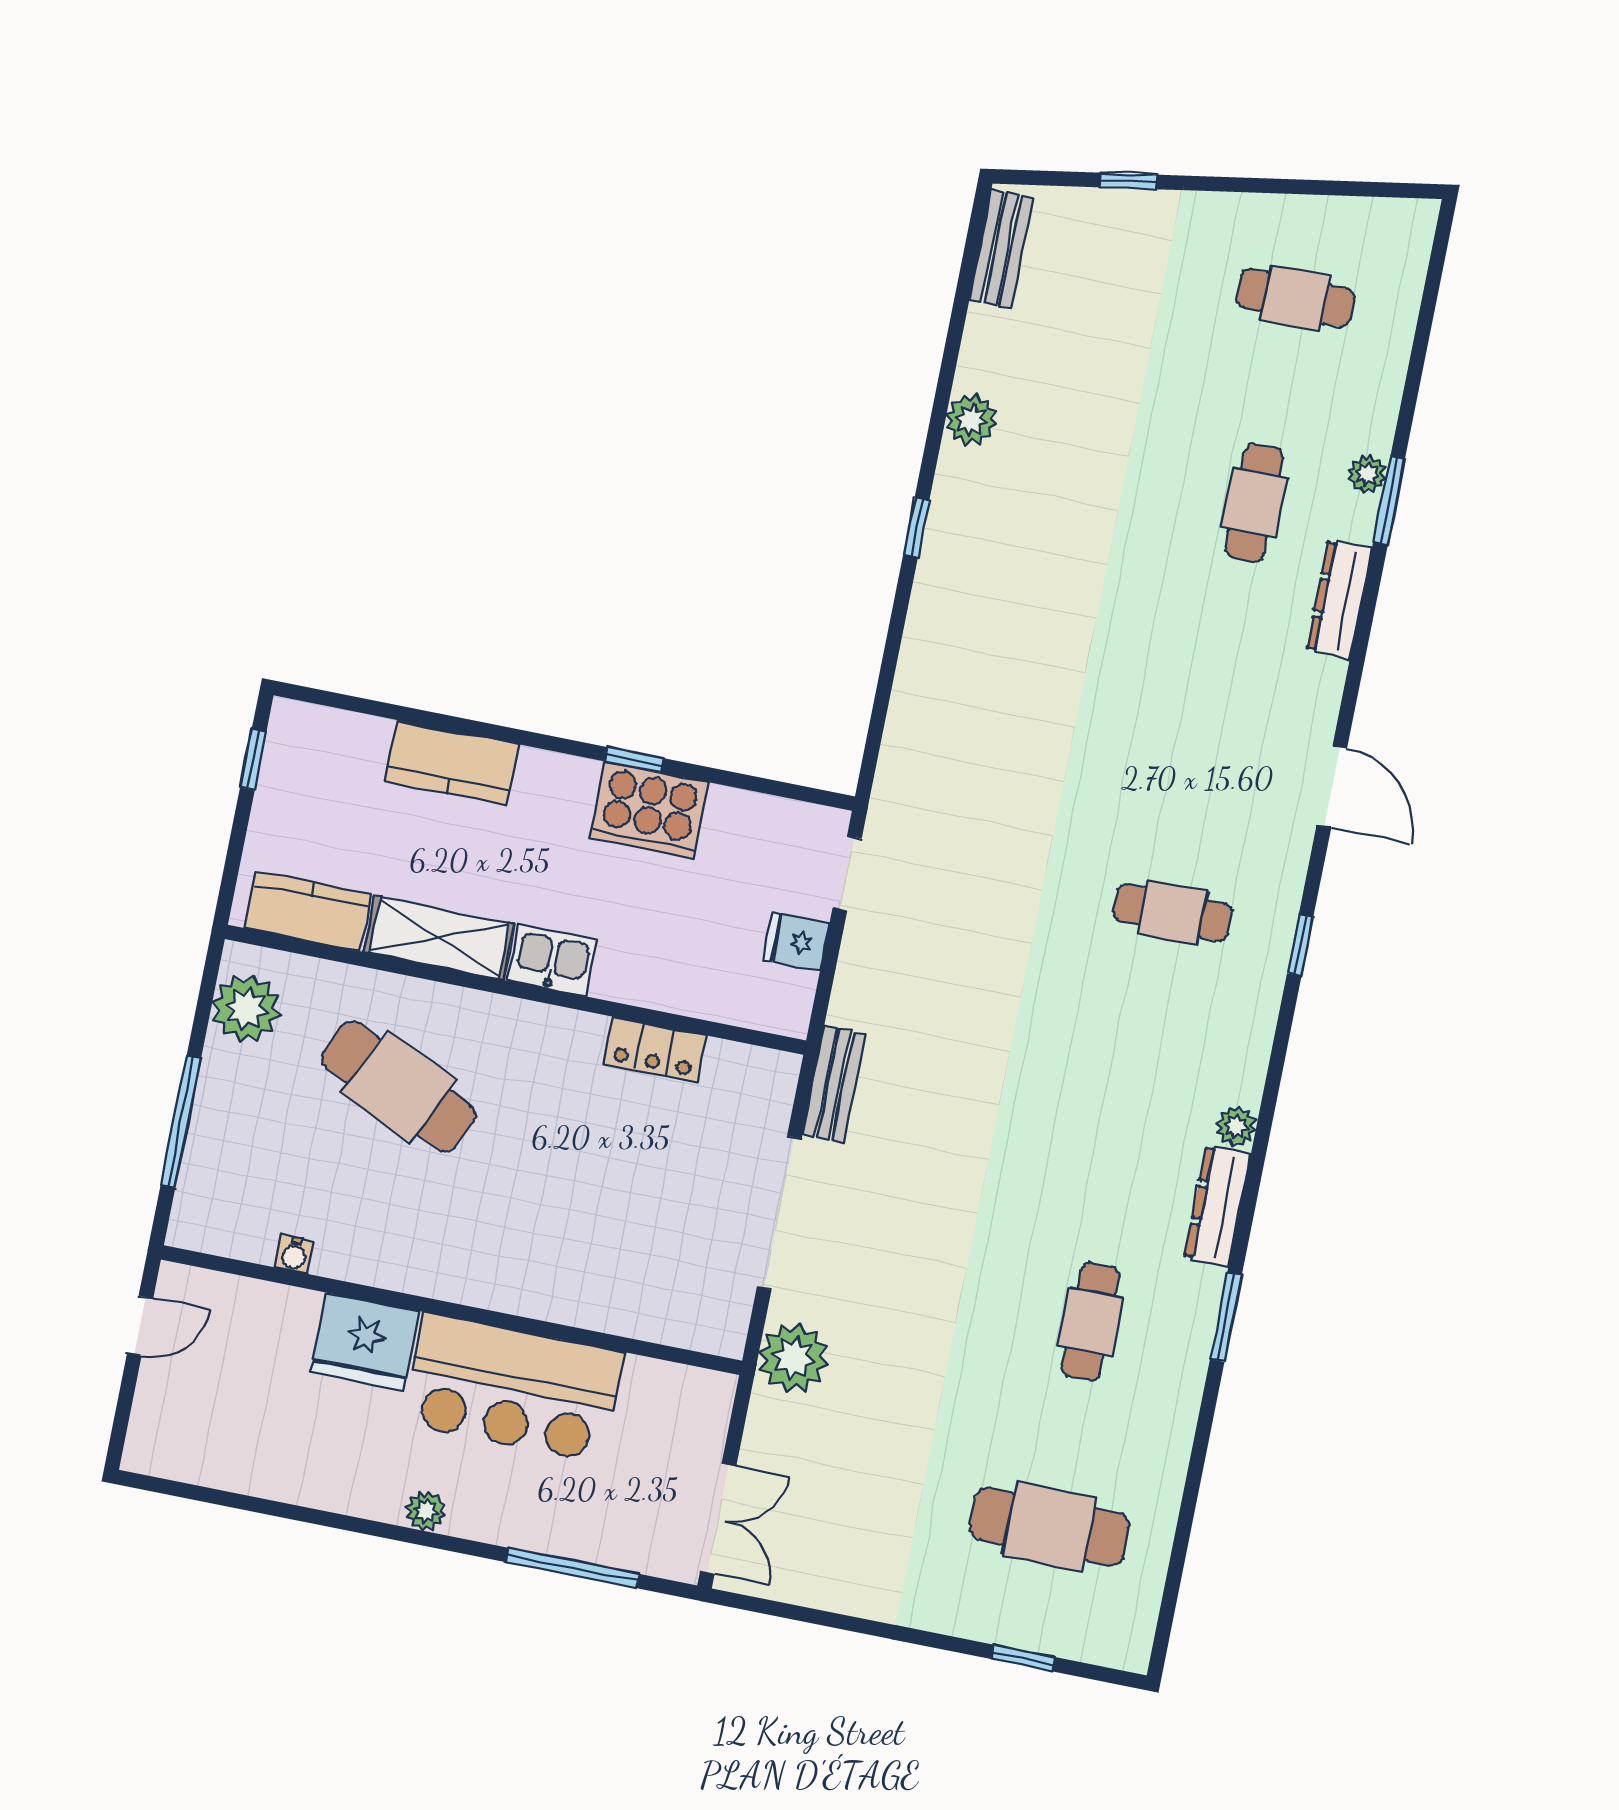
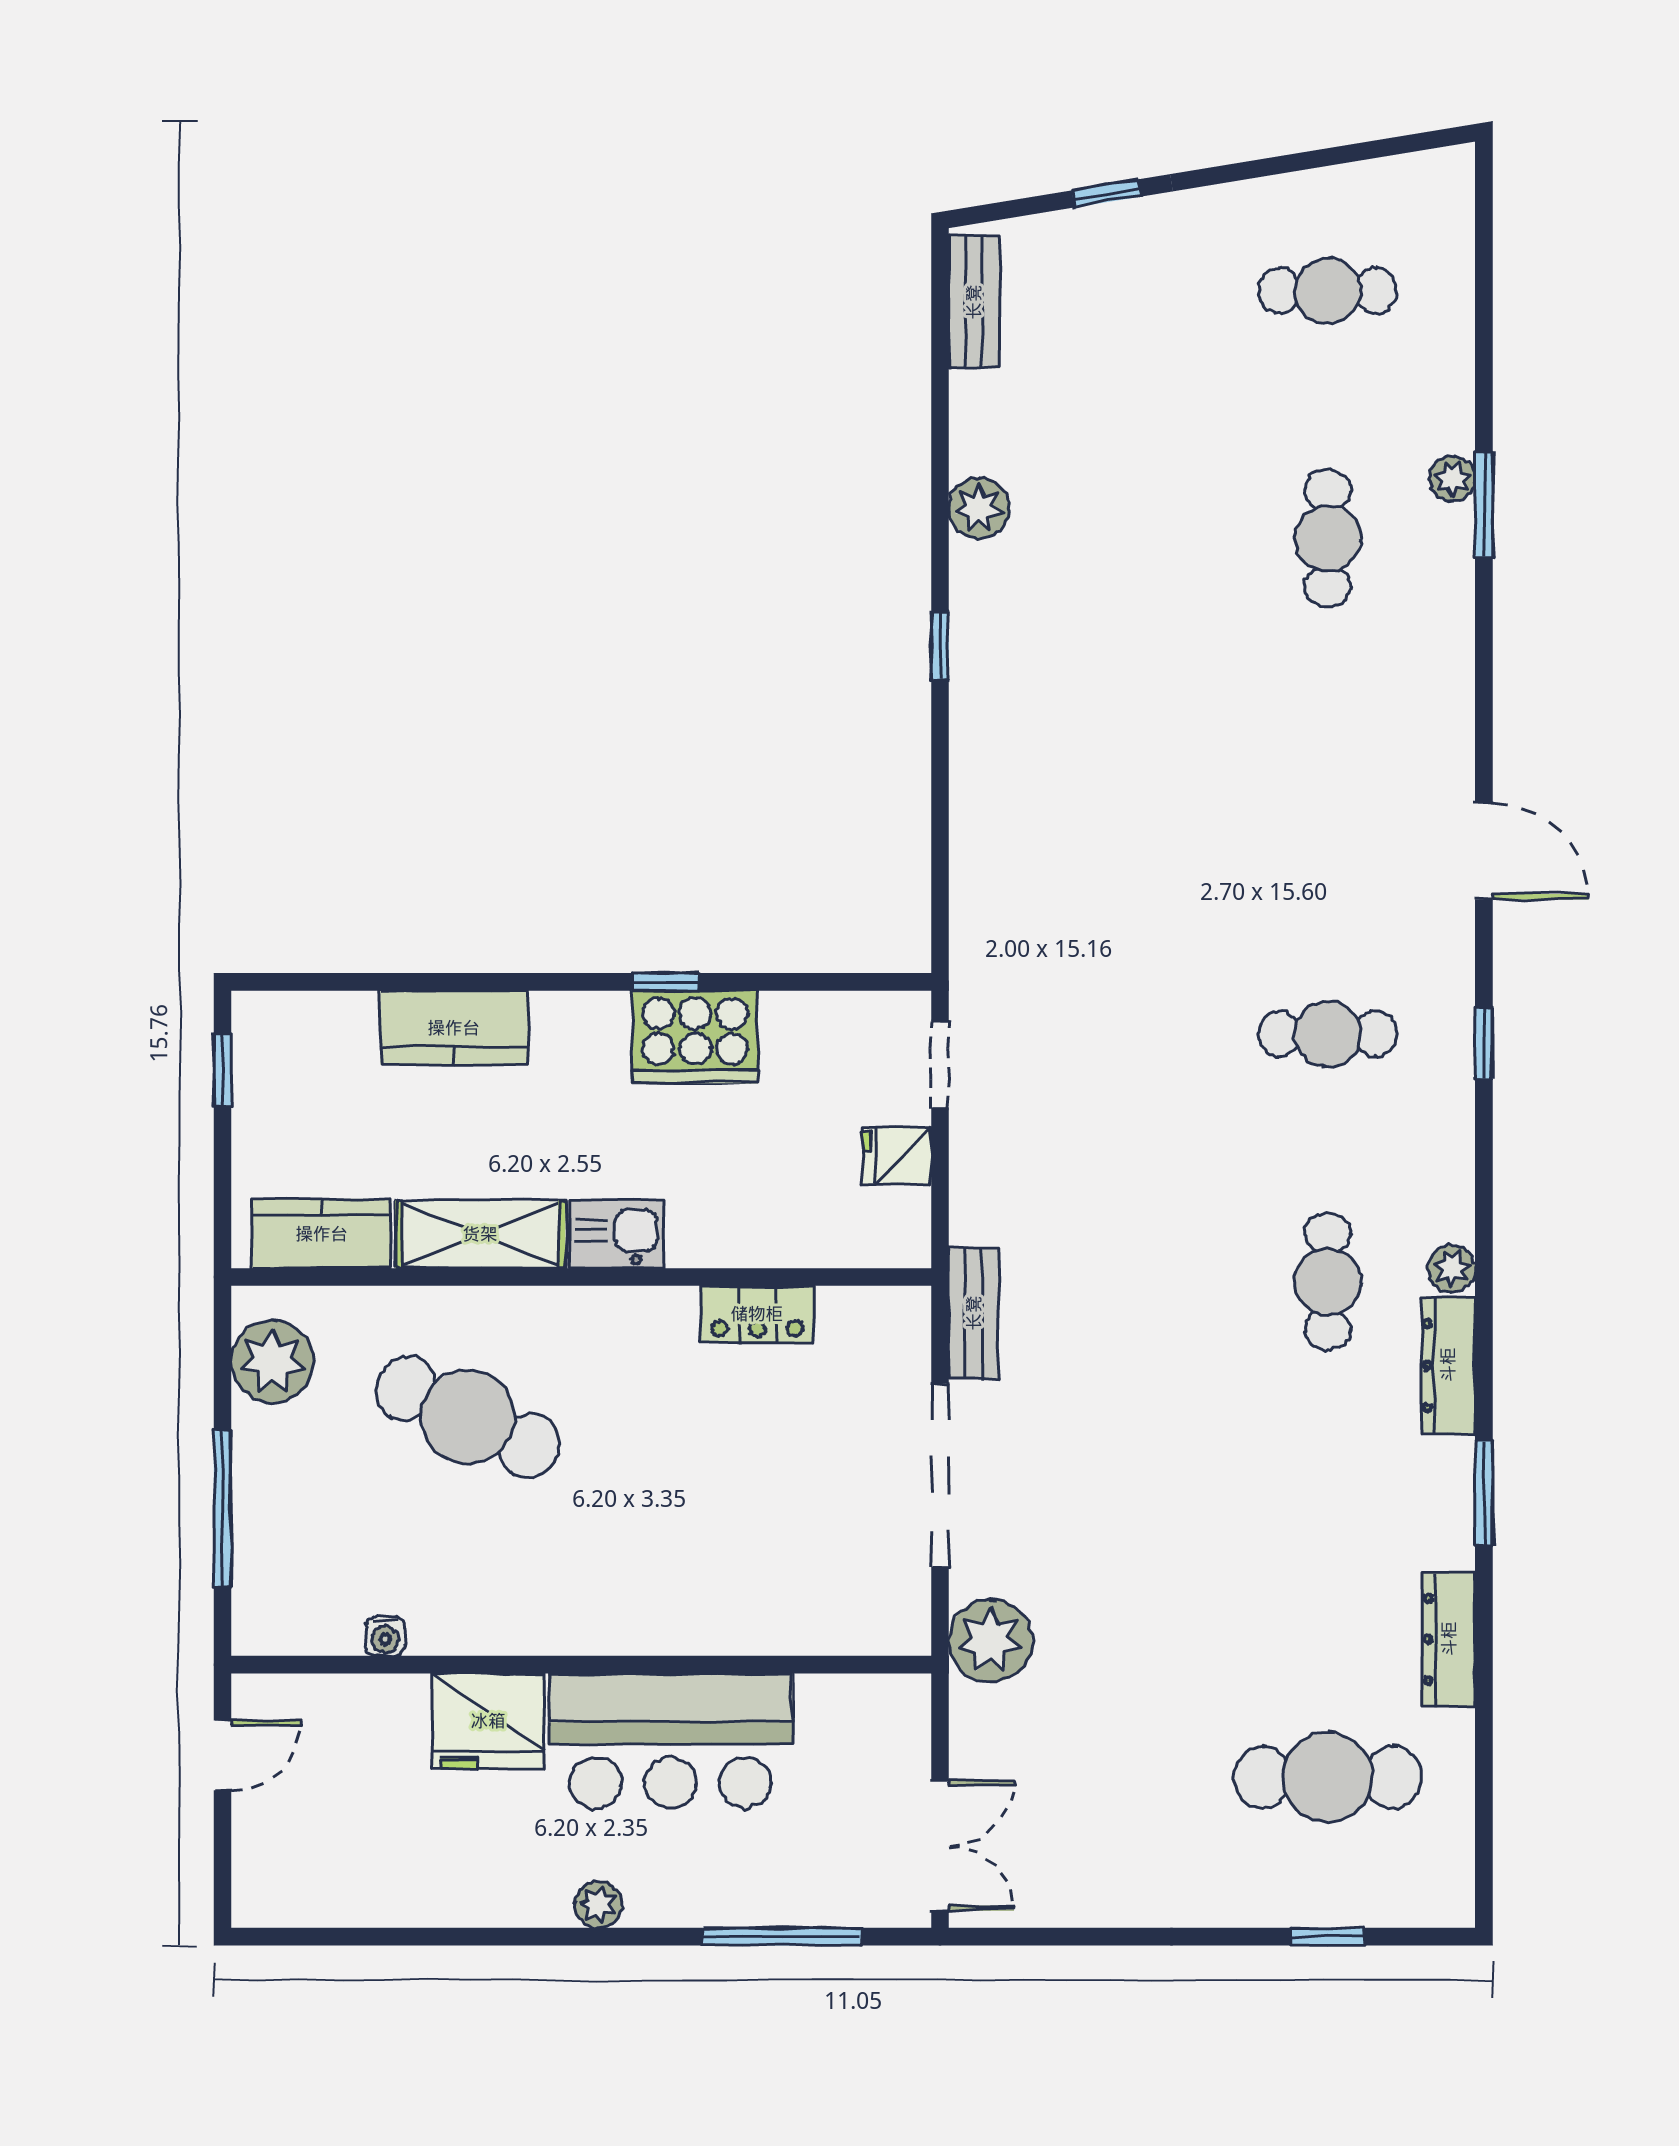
dresser: (1339, 599) -> (1449, 1639), moved
cafe table: (1091, 1322) -> (1328, 1282), moved

